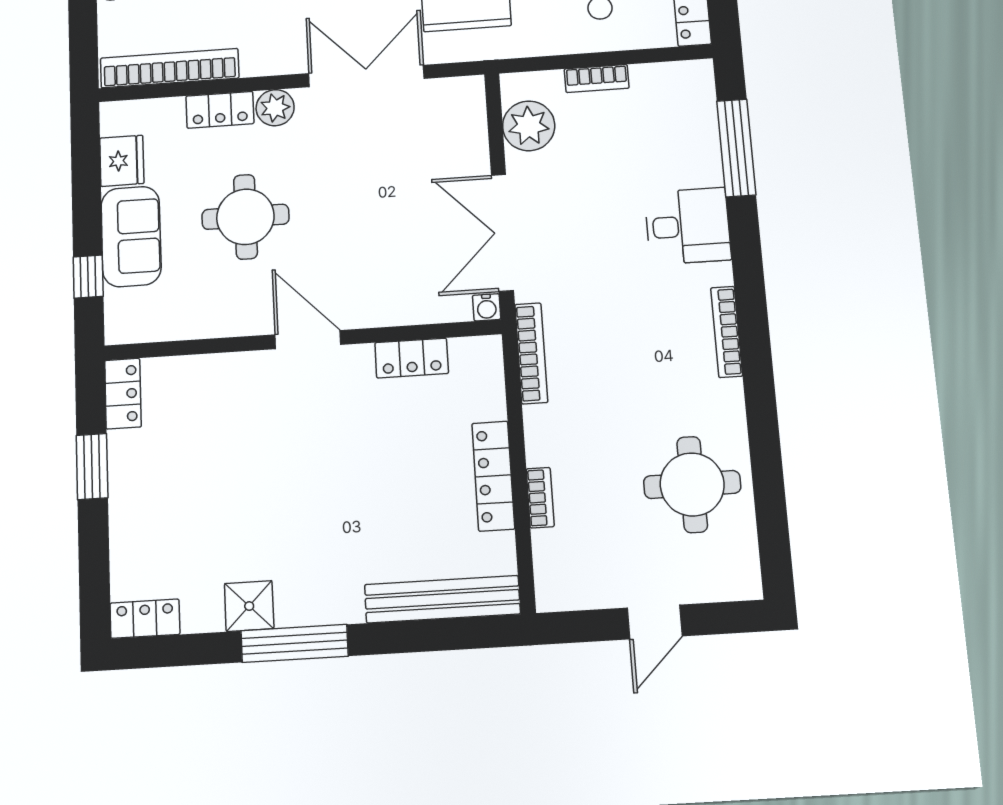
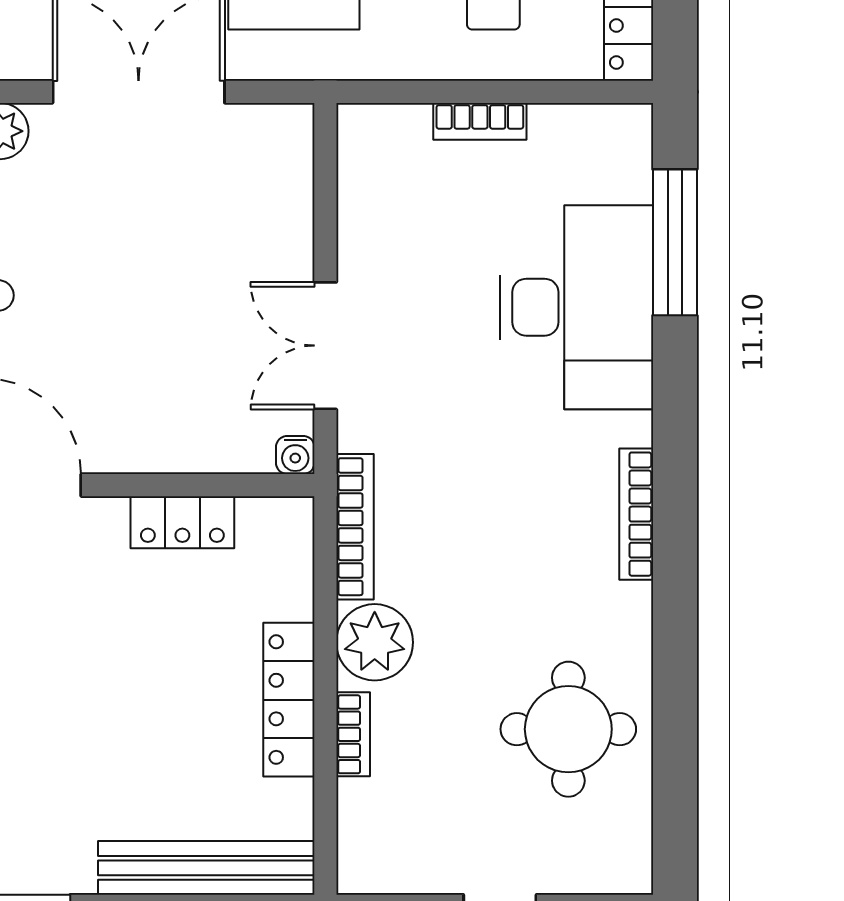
plant: (529, 126) -> (375, 642), moved
desk: (688, 226) -> (577, 307), width x1.87, depth x1.30
double door: (502, 233) -> (325, 346), width x0.73

